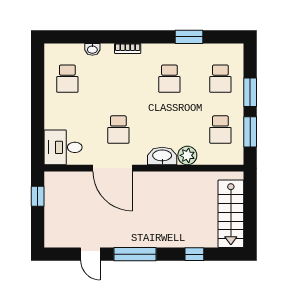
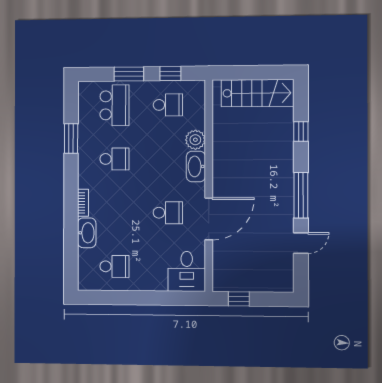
washbasin: (92, 49) -> (87, 233), width x1.91, depth x1.45
school desk: (220, 79) -> (115, 105), width x1.85
window: (250, 132) -> (170, 74), width x0.67

